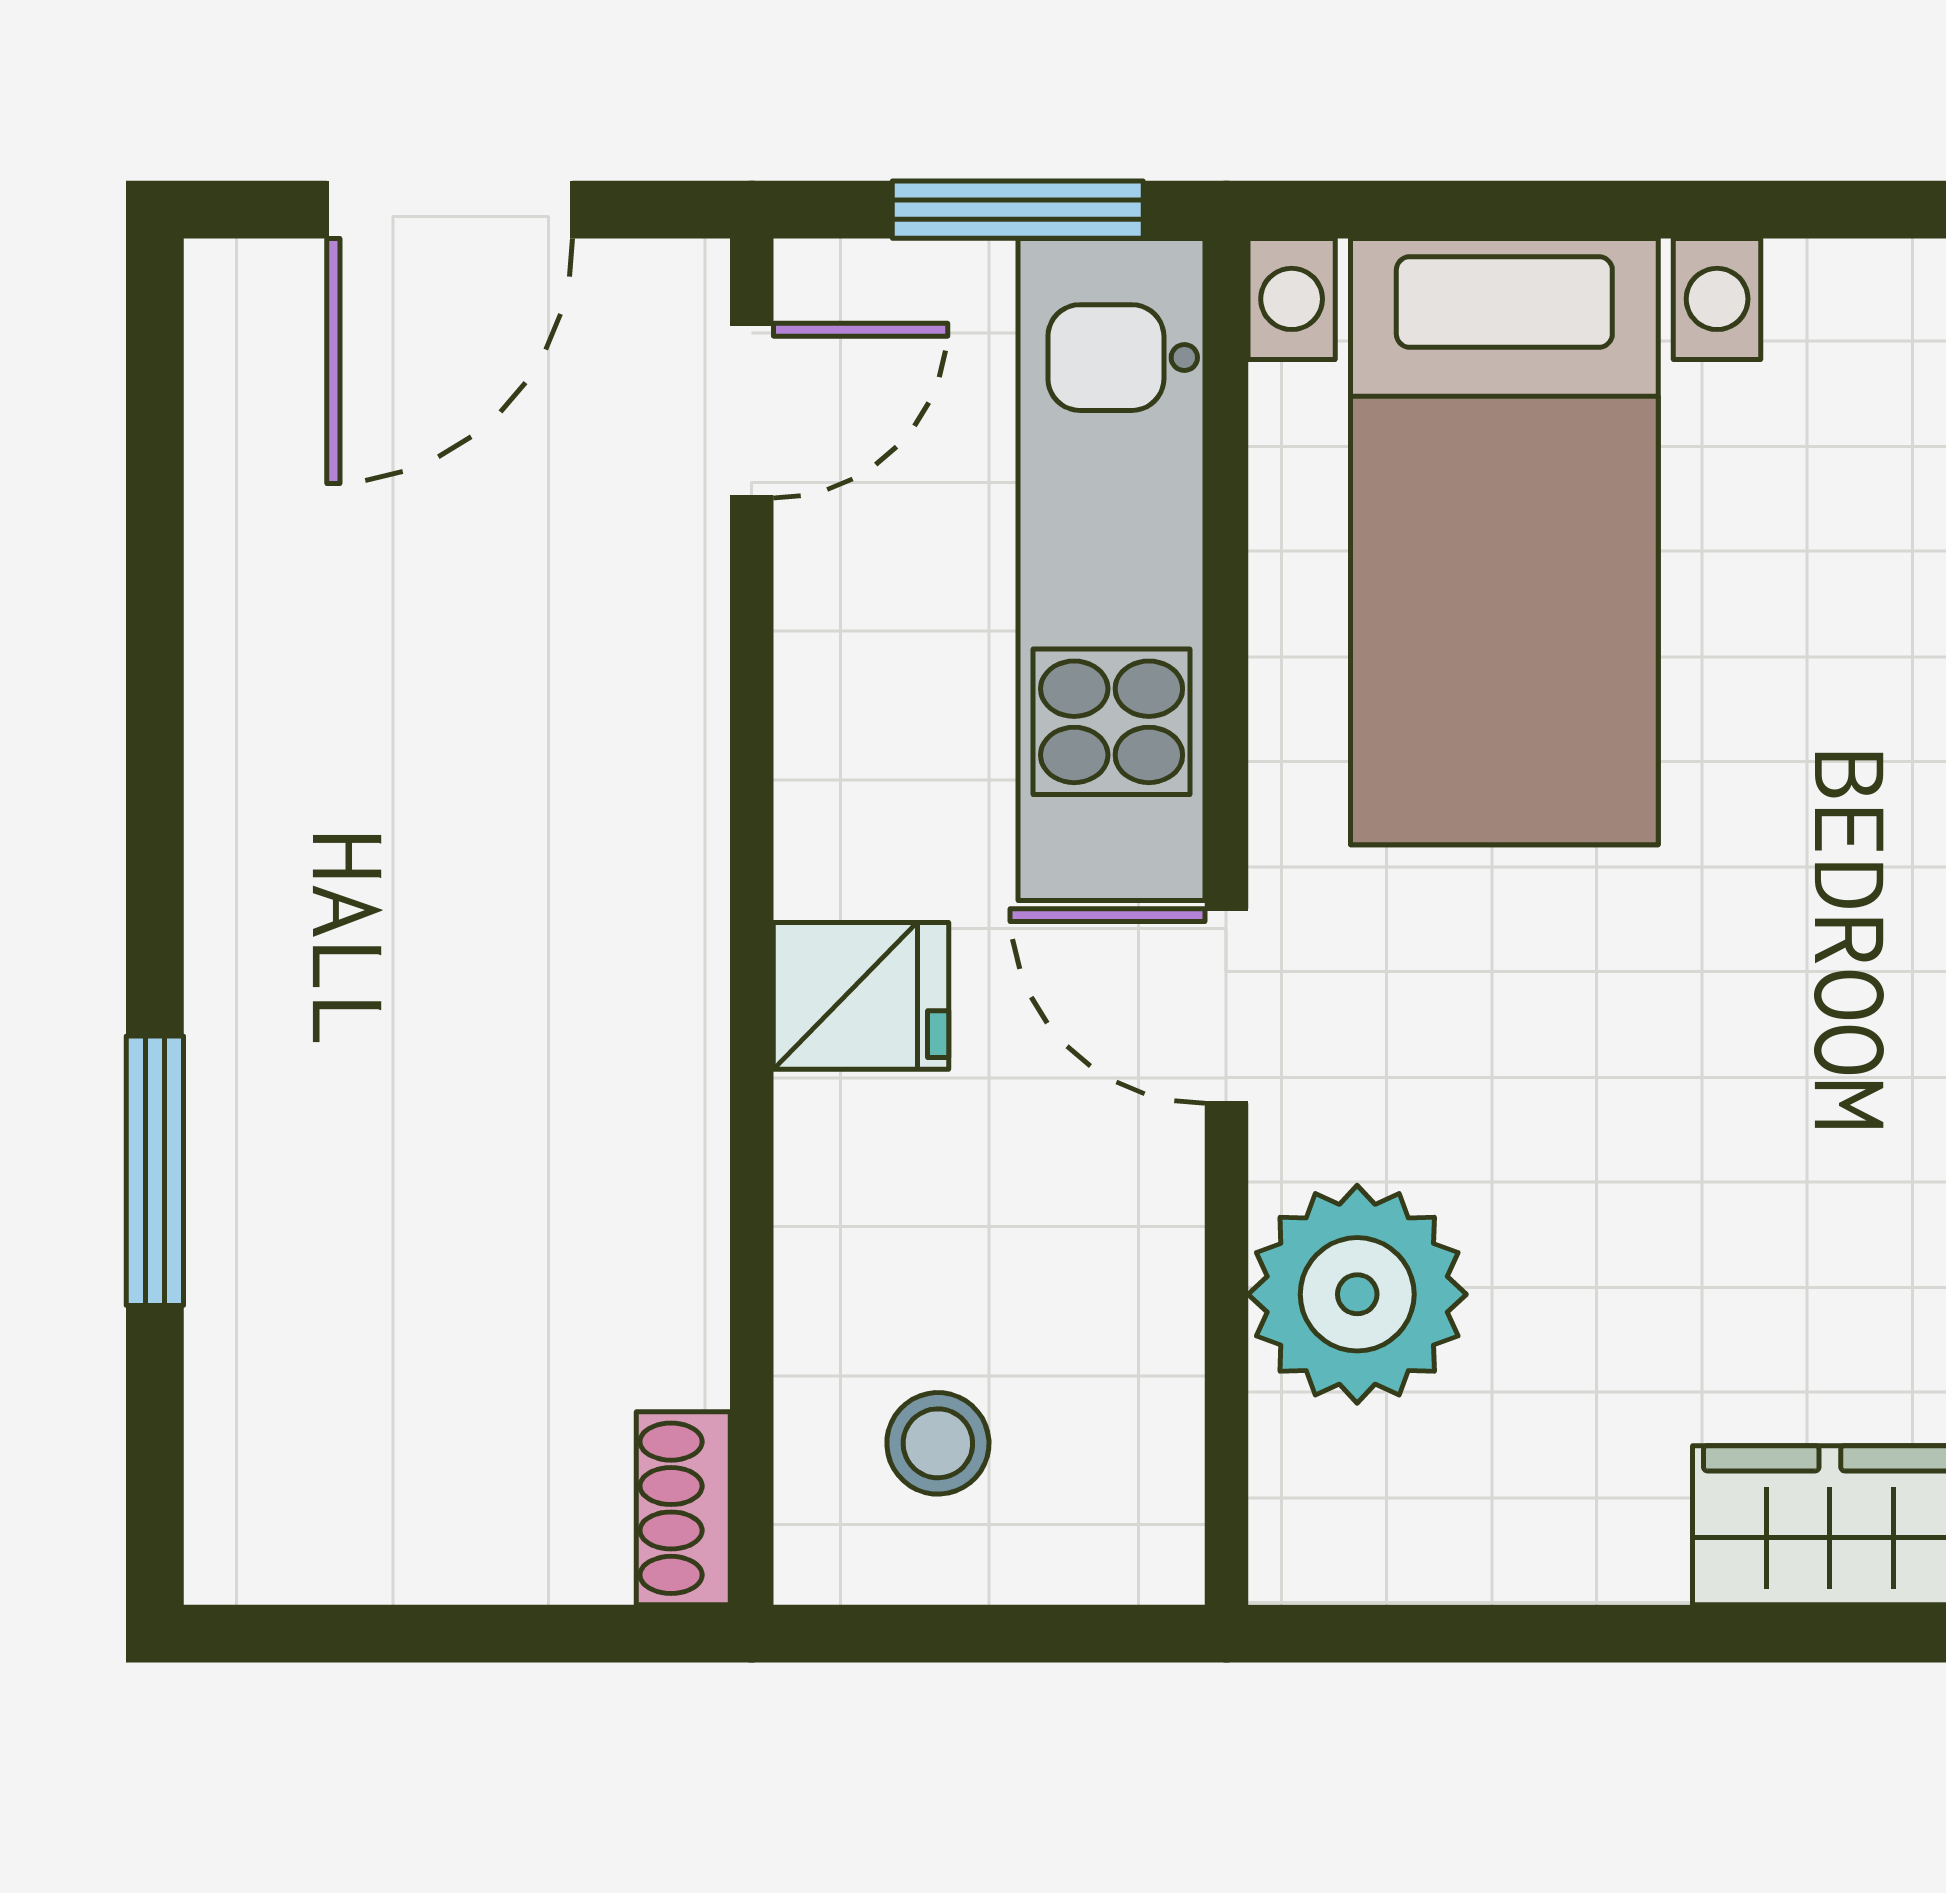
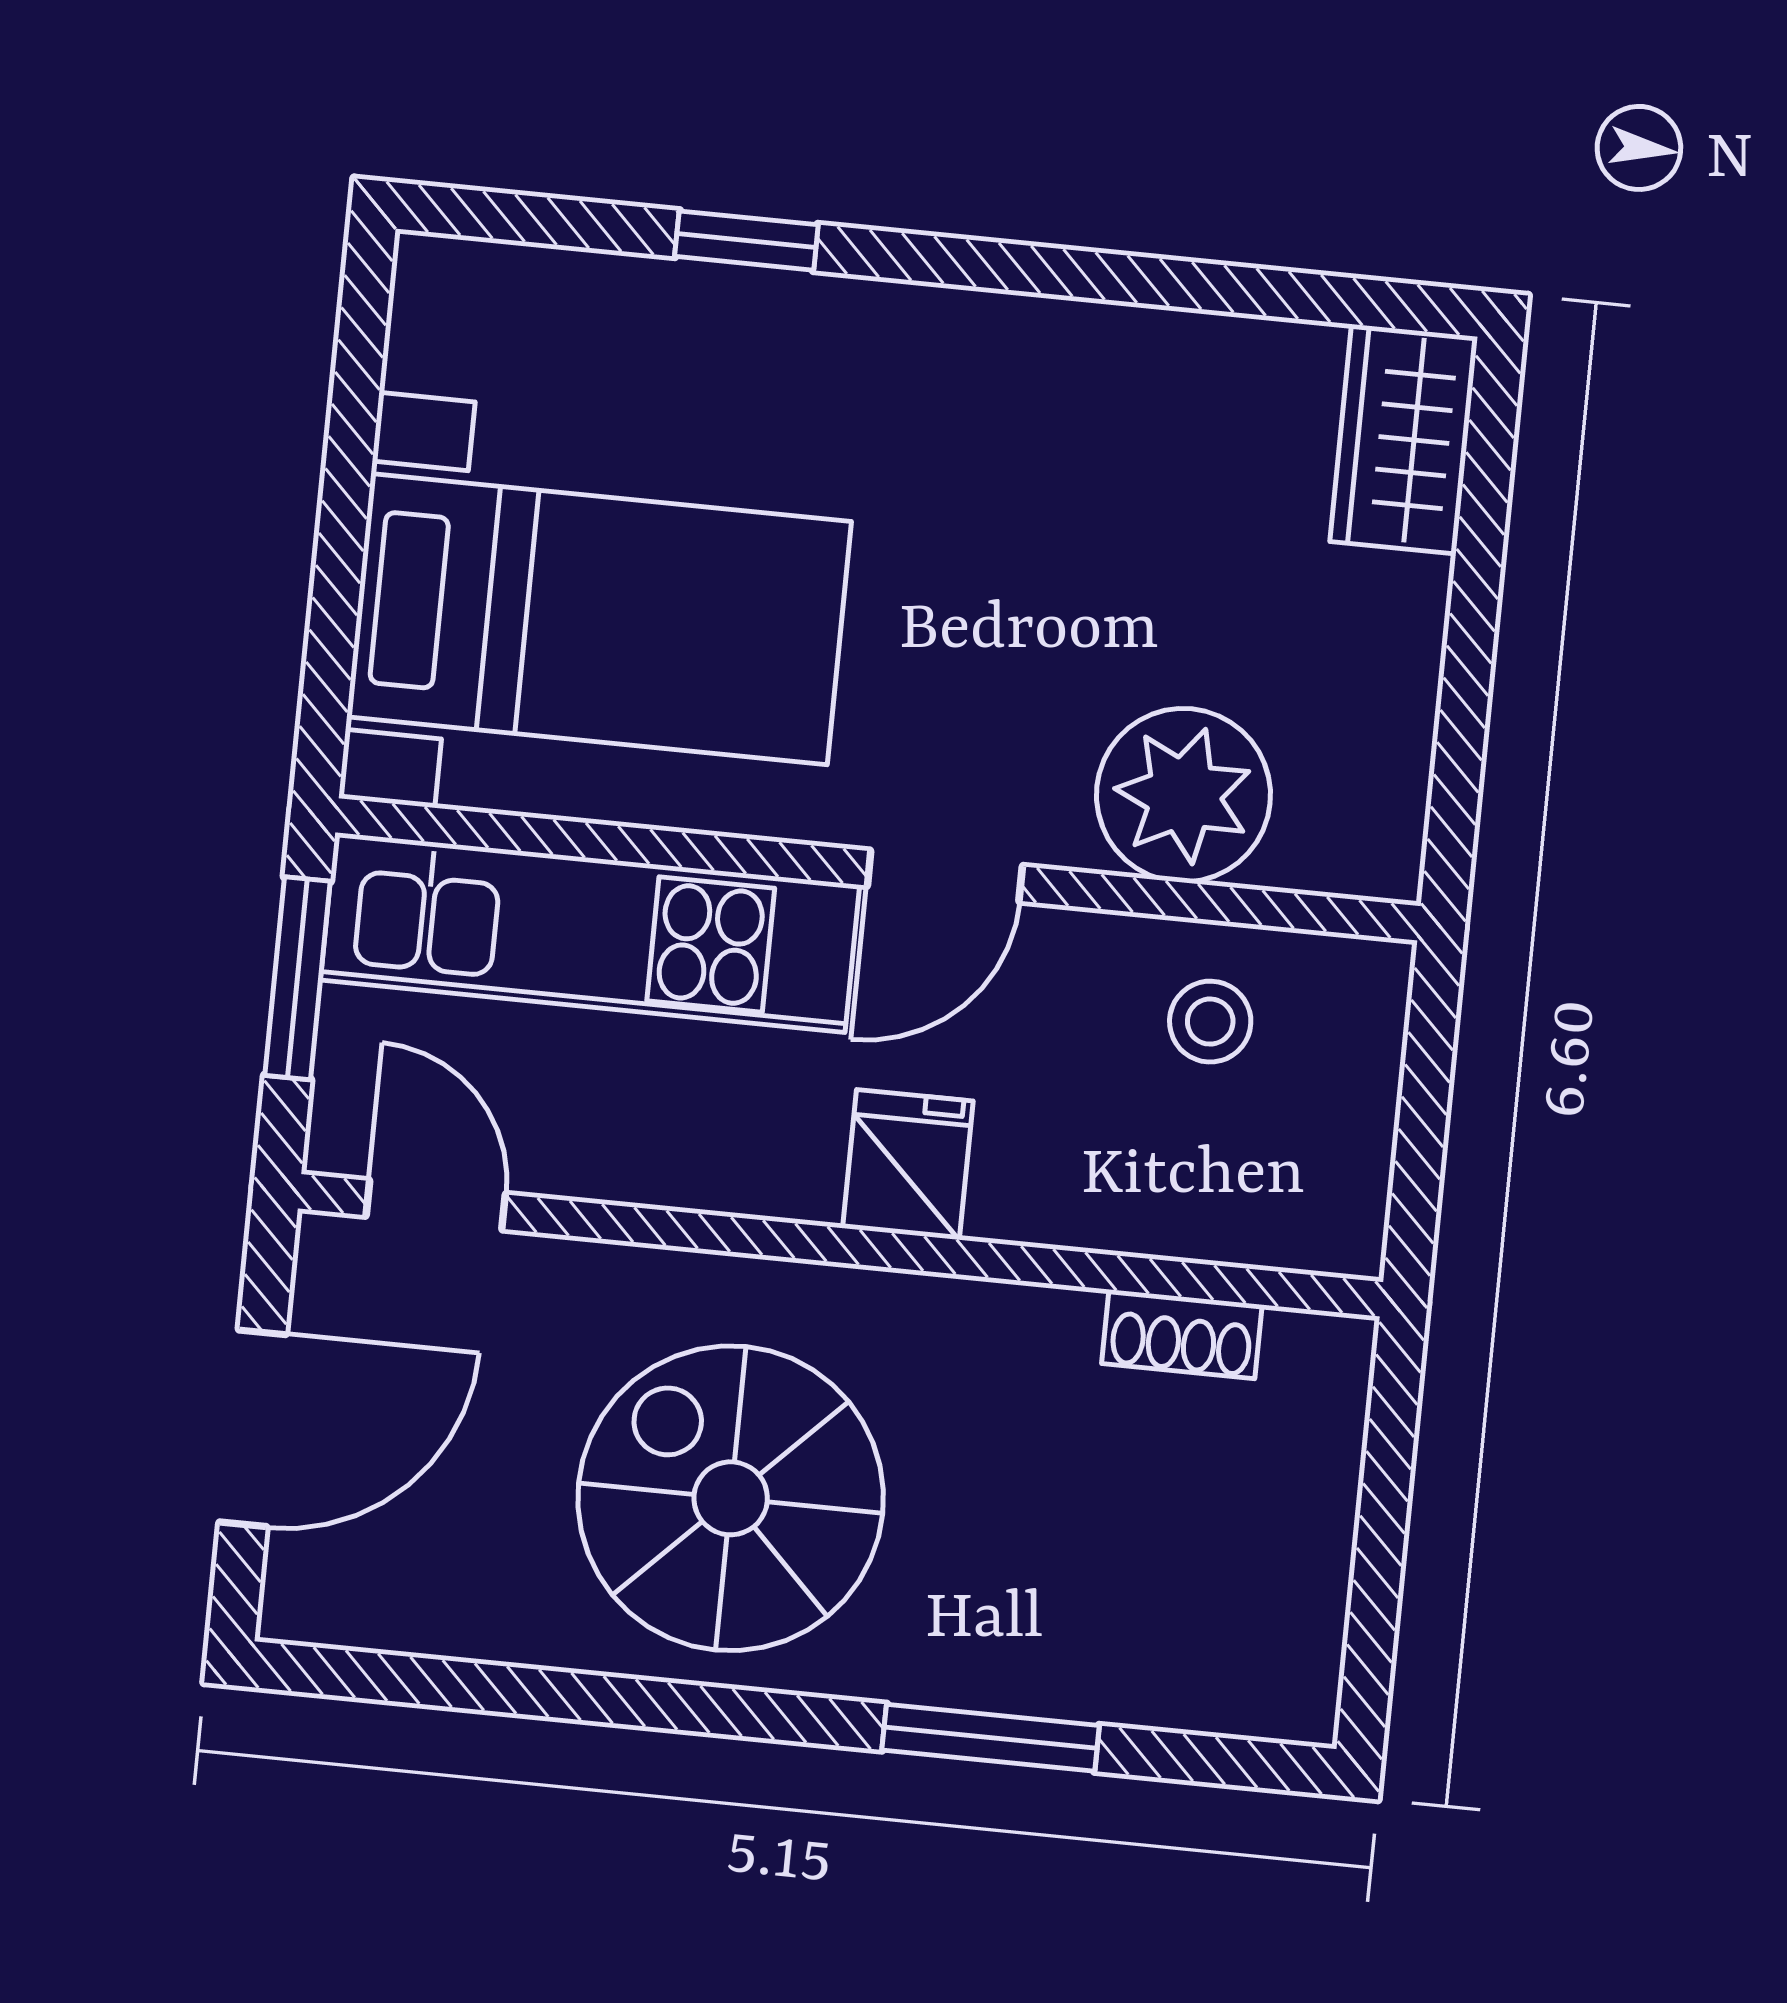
door: (450, 210) -> (253, 1428), hinge flipped
spiral stairs: (422, 816) -> (731, 1498), added
stool: (938, 1443) -> (1210, 1022), moved
shoe rack: (683, 1508) -> (1182, 1334), moved

